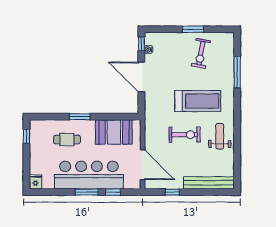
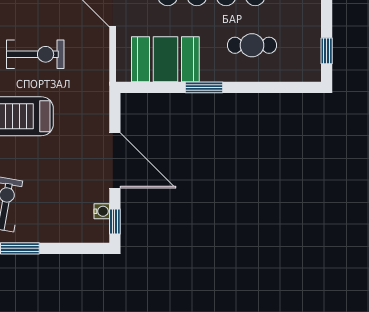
window: (80, 117) -> (204, 87), moved
exercise bike: (185, 135) -> (35, 54), turned 180

